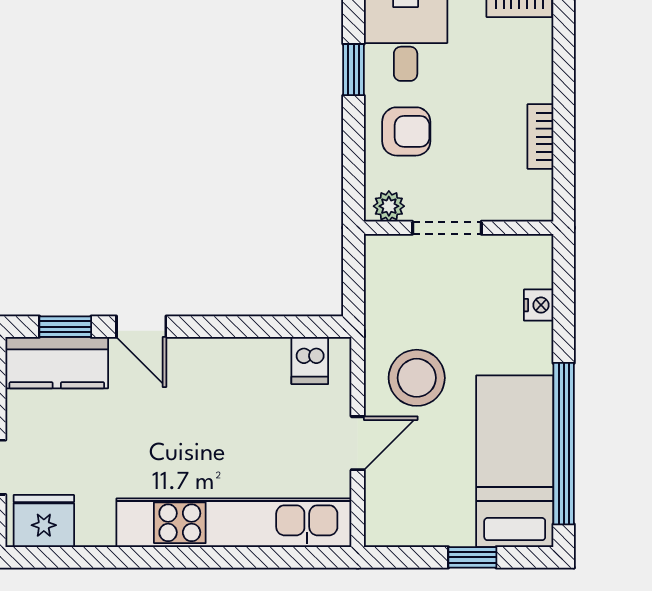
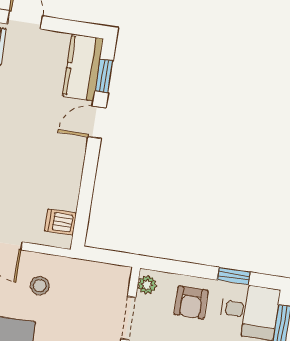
stool: (417, 378) -> (40, 286), width x0.53, depth x0.53

